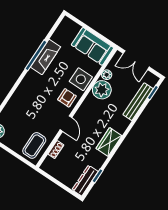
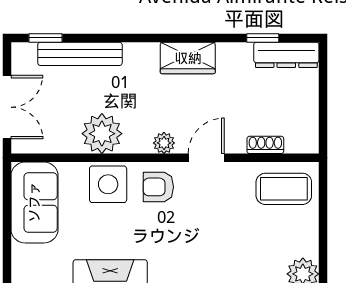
plant: (107, 75) -> (164, 143), moved

